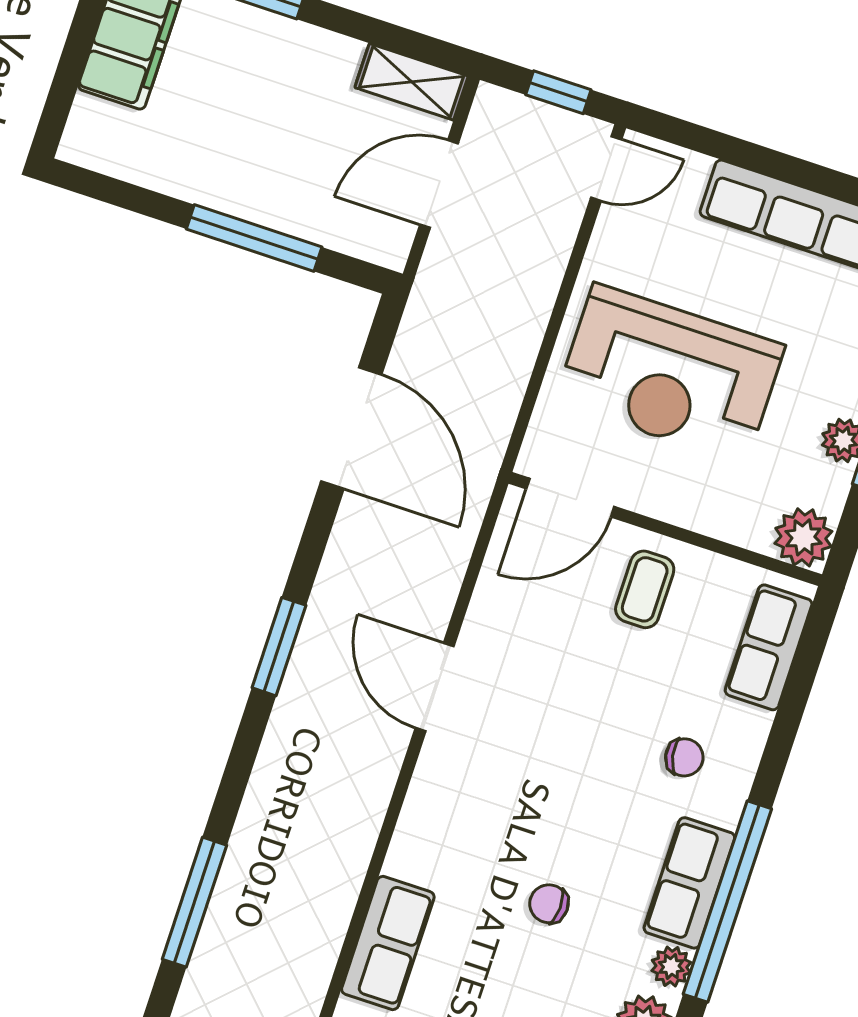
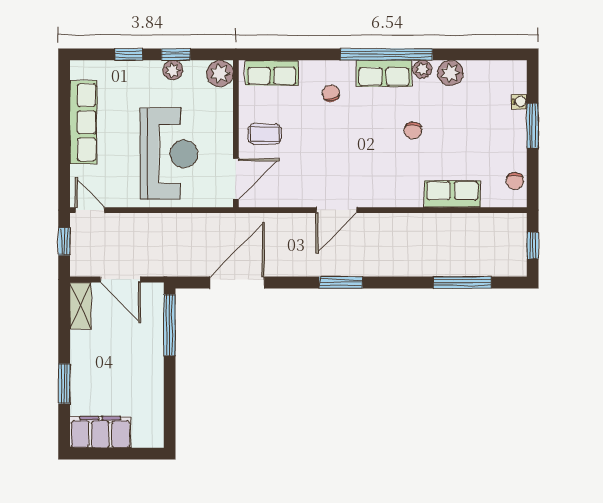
window: (254, 238) -> (170, 325), moved
door: (570, 498) -> (236, 179), hinge flipped

